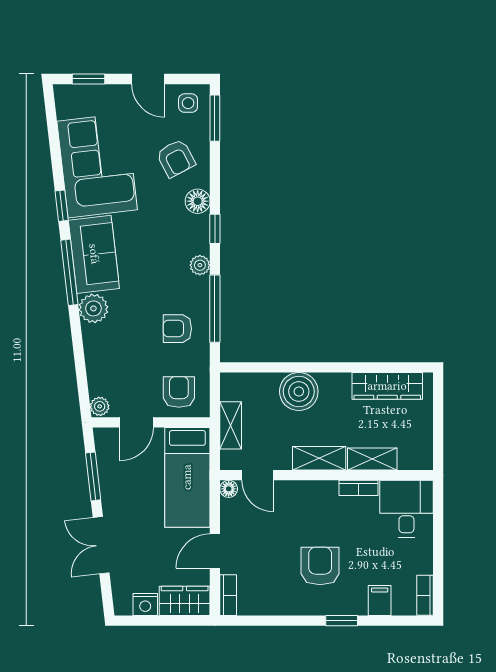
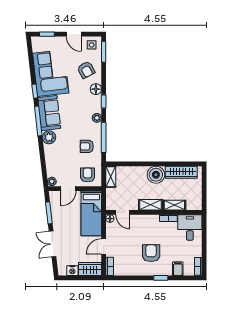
boiler: (299, 391) -> (156, 175), moved
shelving: (231, 425) -> (111, 177), moved

